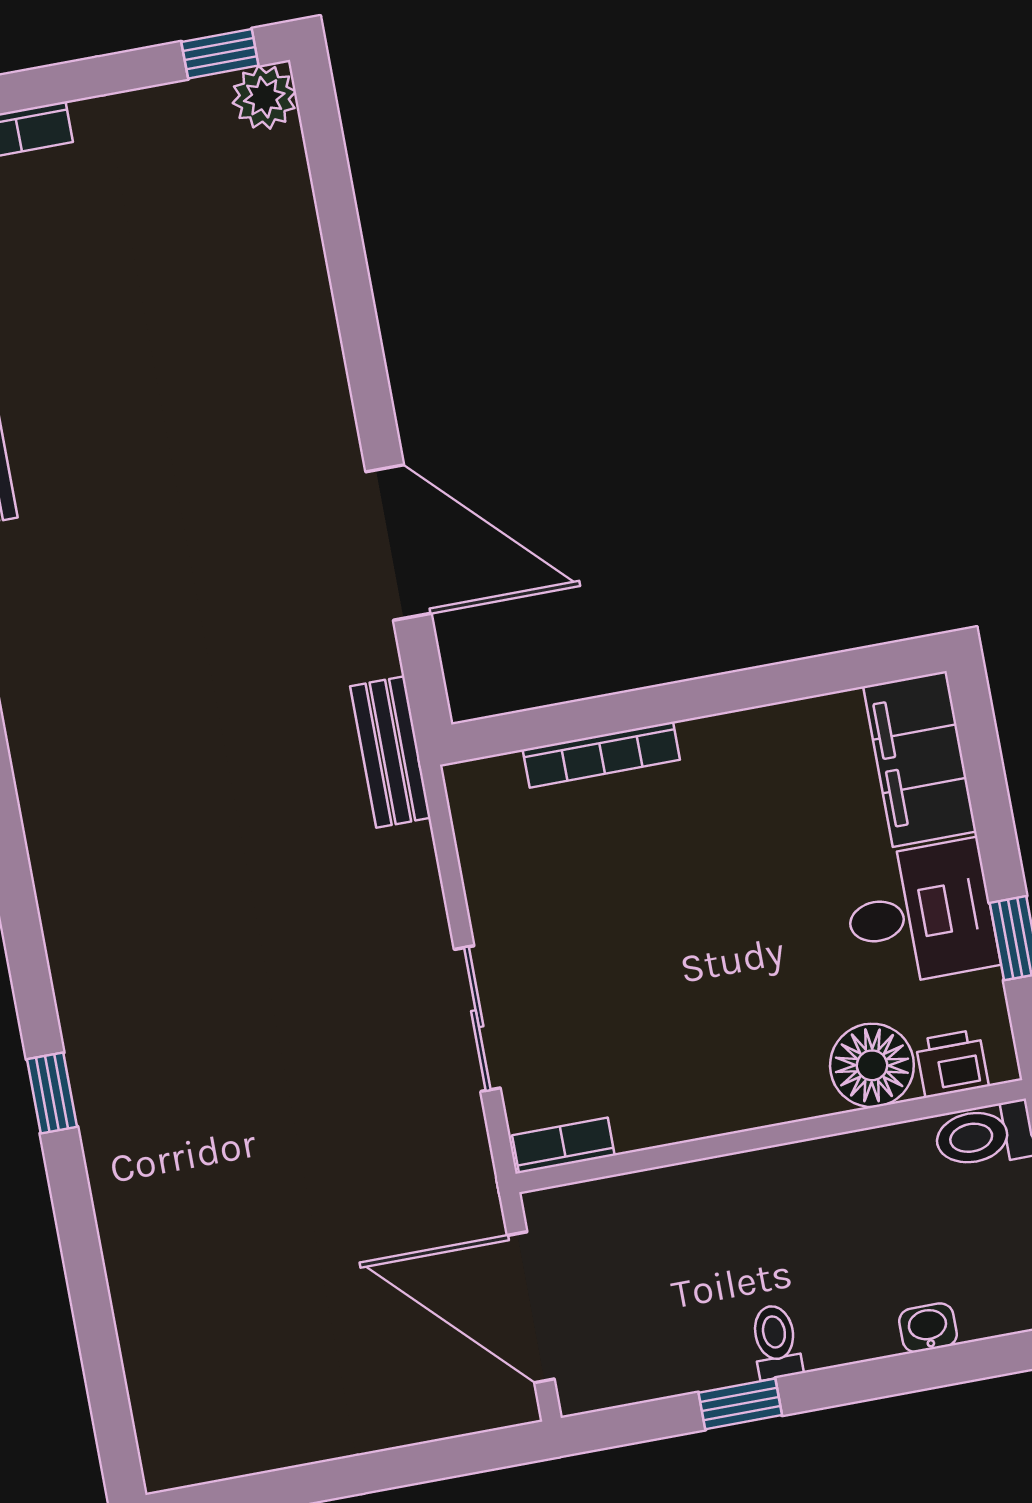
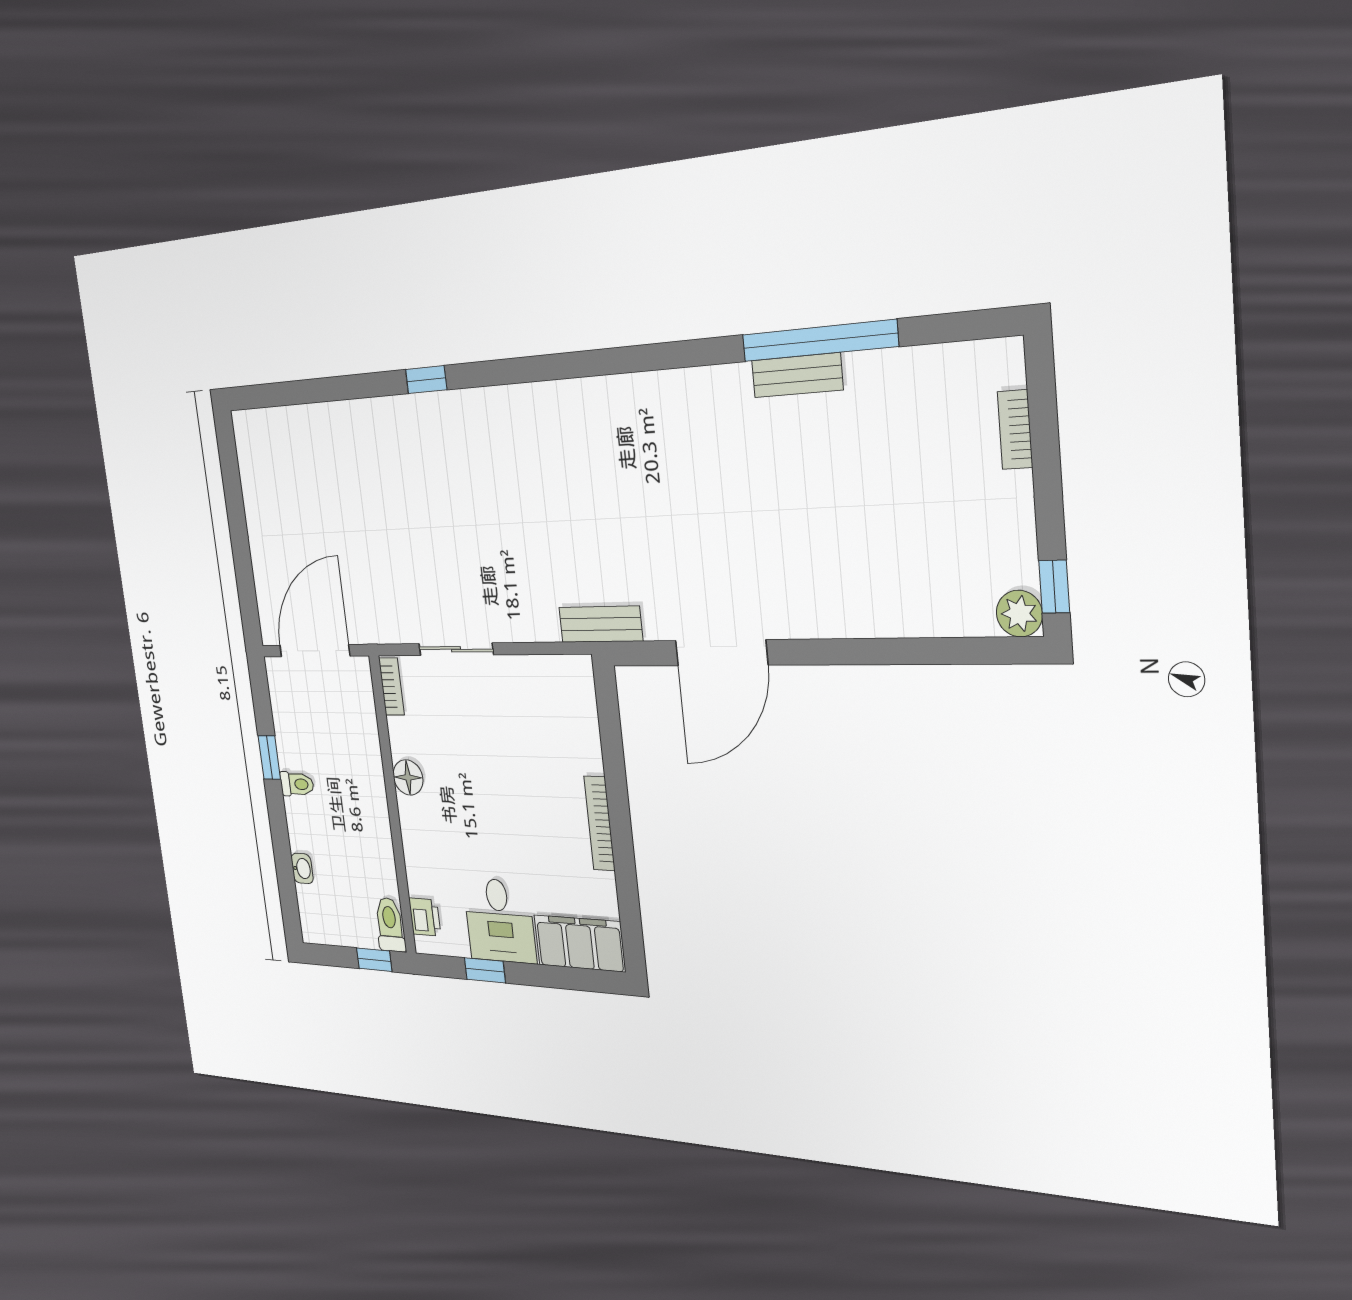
bookcase: (601, 755) -> (599, 823), moved
floor lamp: (872, 1065) -> (408, 777), moved, width x0.73, depth x0.73

